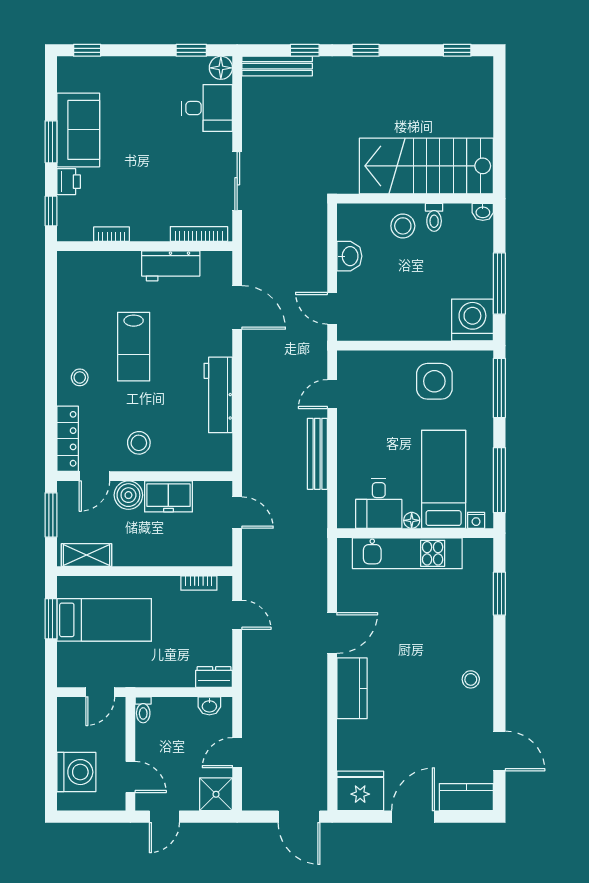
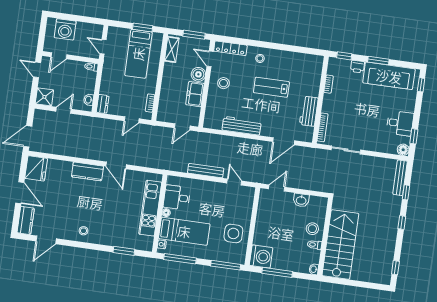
desk: (207, 108) -> (400, 123), moved, turned -90
sofa: (78, 130) -> (389, 76), width x1.36
door: (237, 753) -> (64, 110), hinge flipped

